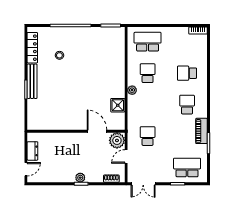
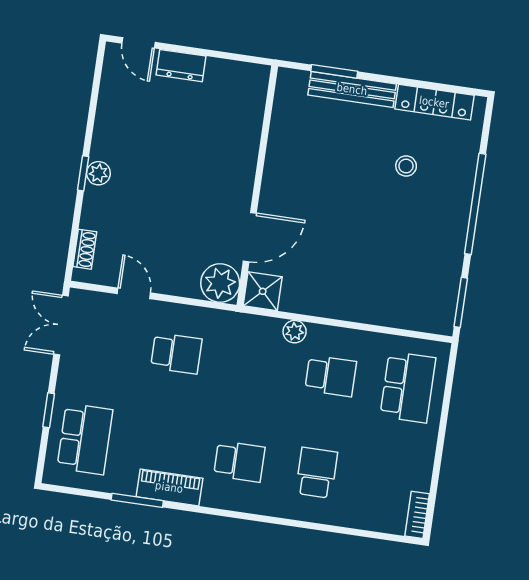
wall: (76, 131) -> (257, 186), moved
door: (97, 131) -> (250, 237), moved
plant: (117, 140) -> (220, 283), moved

